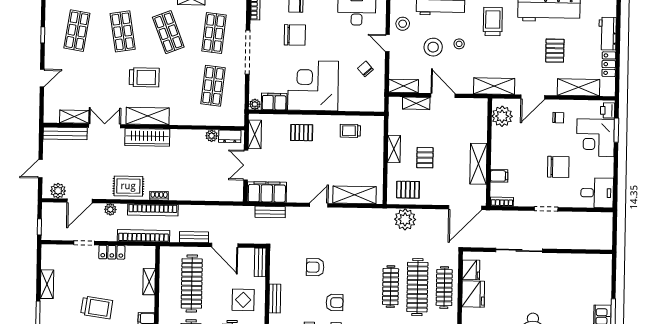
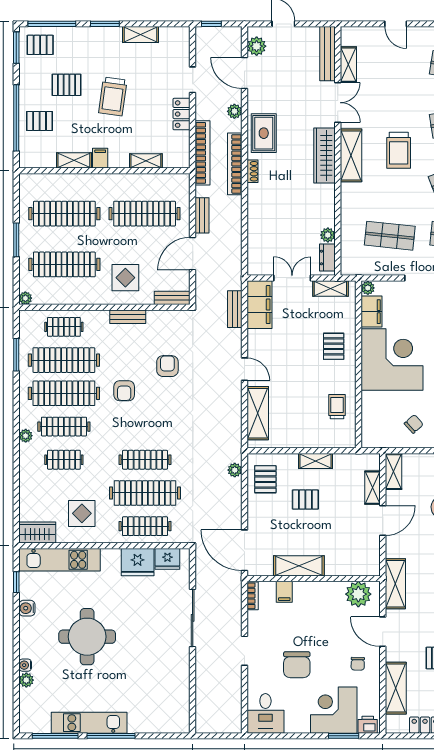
plant: (405, 219) -> (235, 470), width x0.53, depth x0.53

